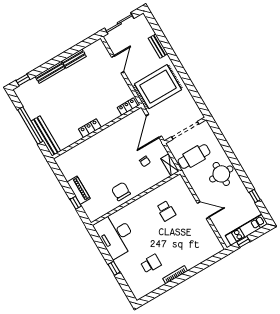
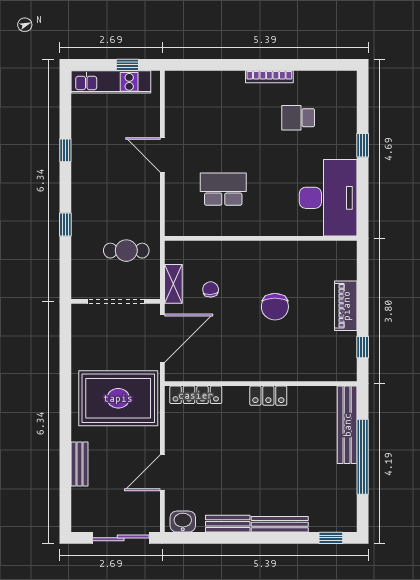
washbasin: (95, 47) -> (183, 522), added
locker: (128, 107) -> (196, 395), width x1.53
window: (229, 152) -> (65, 225), added
cafe table: (194, 157) -> (126, 251), width x0.73, depth x0.74
shelving: (170, 165) -> (173, 284), moved
round table: (221, 174) -> (99, 196), removed
chair: (121, 191) -> (275, 307), moved
window: (255, 196) -> (65, 150), moved
window: (76, 203) -> (363, 347), moved
school desk: (166, 211) -> (223, 189), width x1.85

